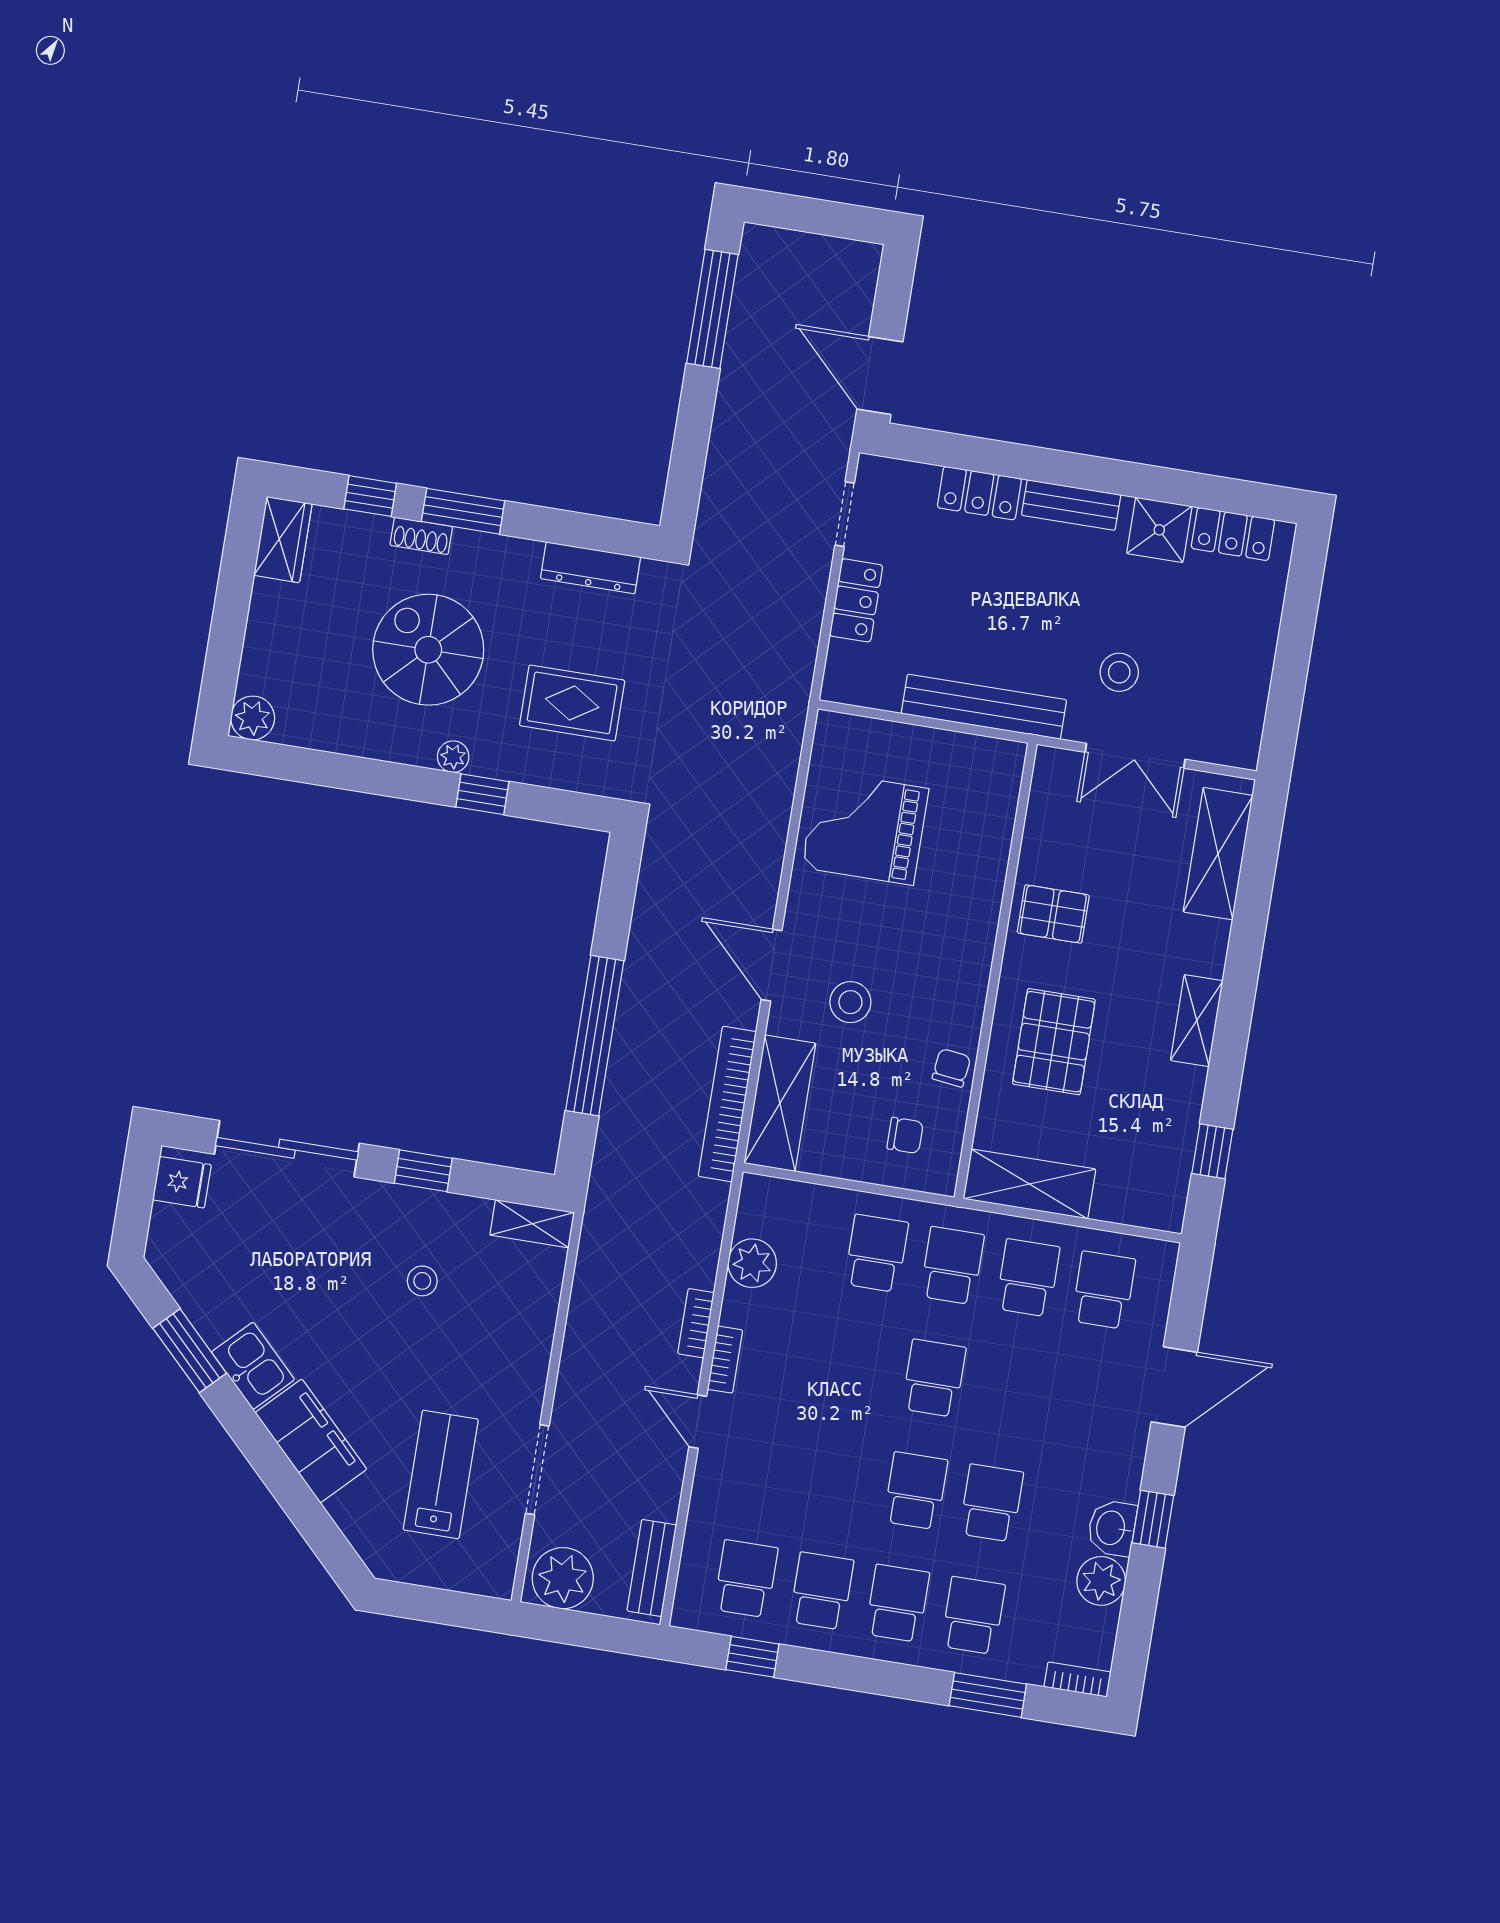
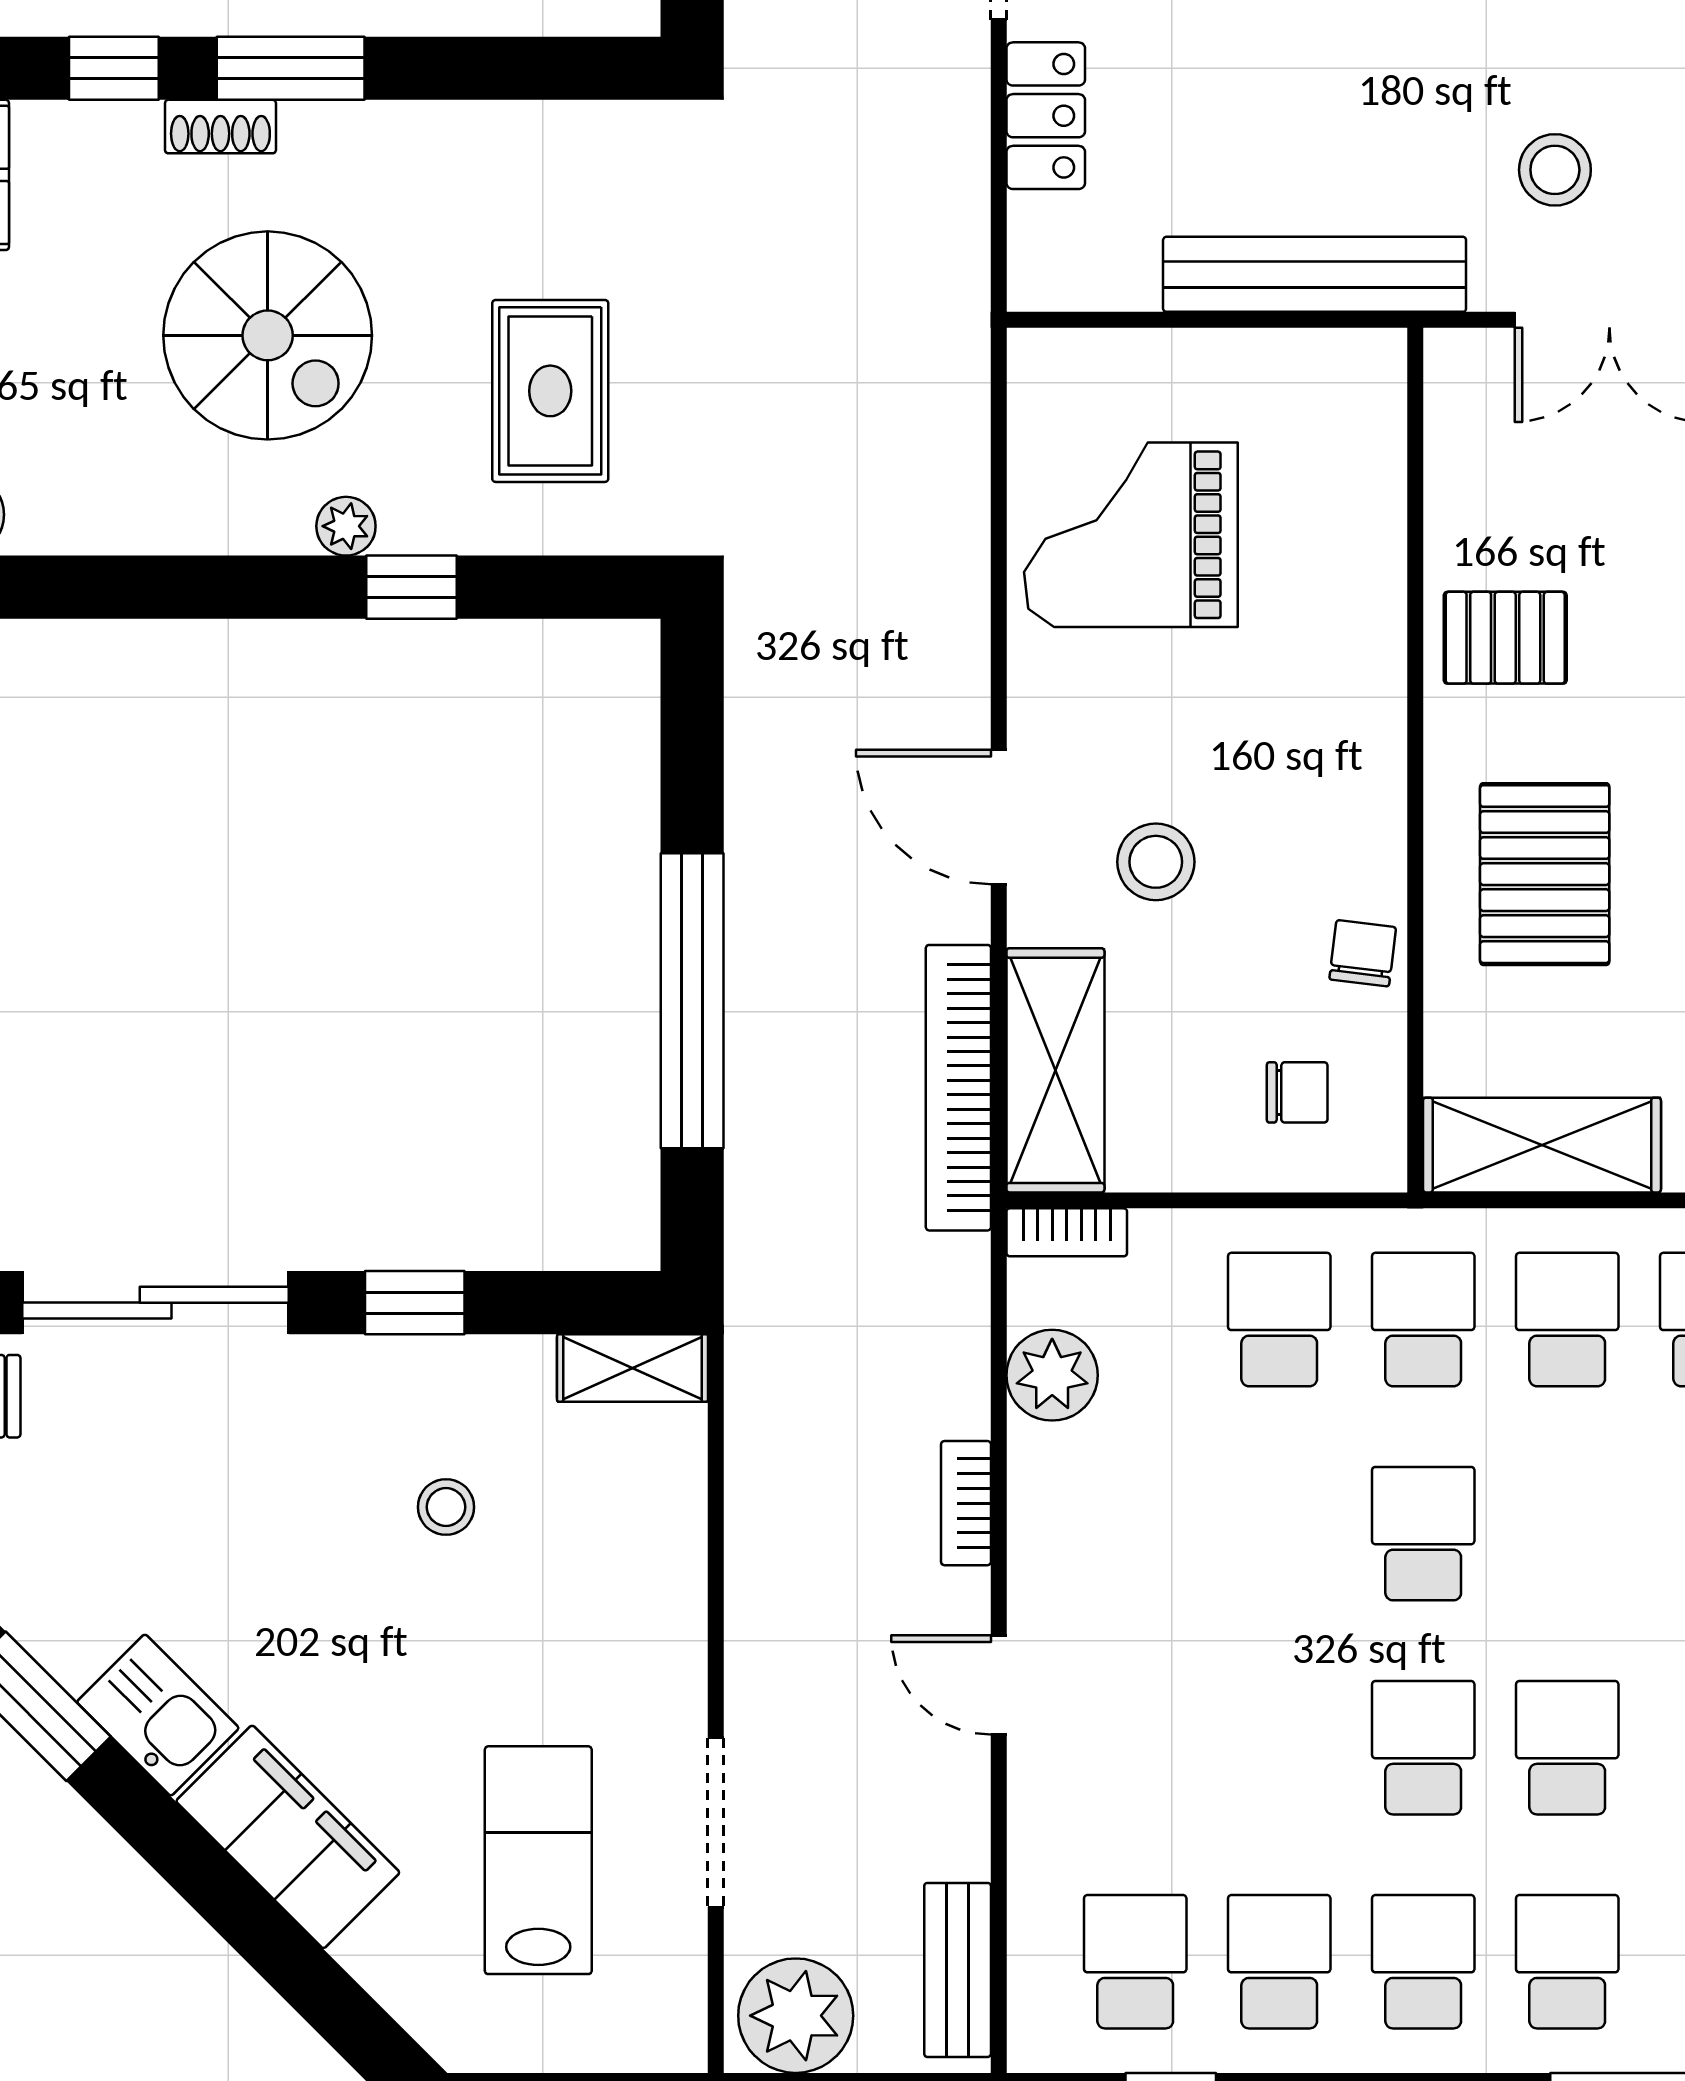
dresser: (591, 568) -> (544, 135), removed
spiral stairs: (428, 650) -> (268, 335), turned 180
rug: (572, 703) -> (550, 391), turned 90
bookcase: (725, 1360) -> (1067, 1232), moved, turned 90

